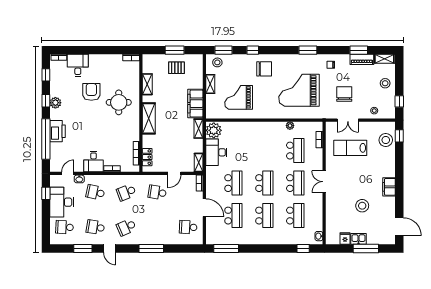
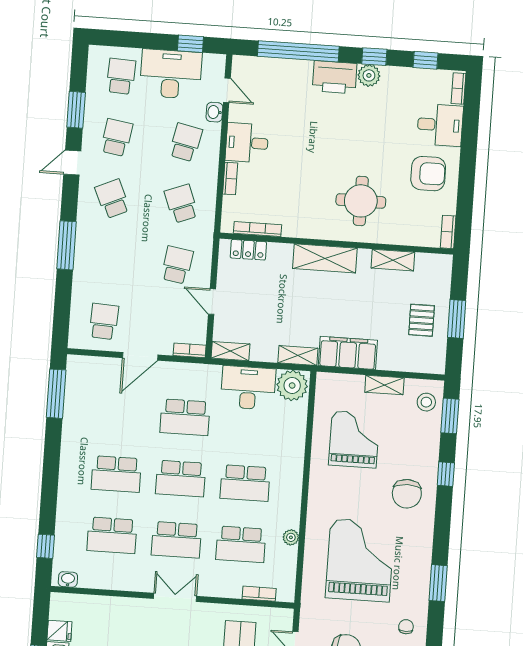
armchair: (91, 92) -> (428, 174), moved
printer: (58, 131) -> (335, 77), moved
school desk: (233, 216) -> (245, 483), moved

